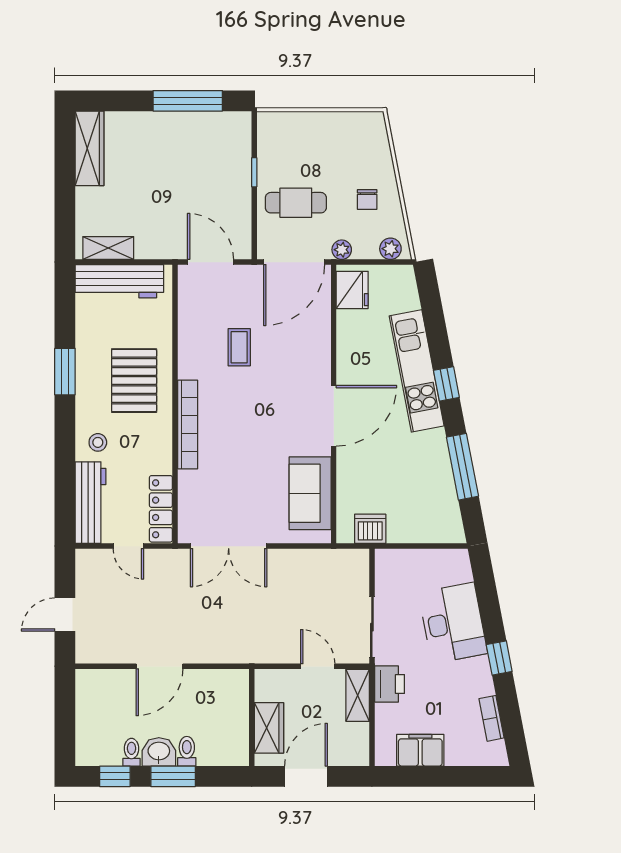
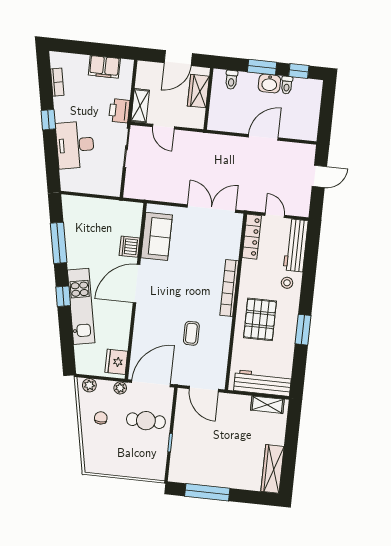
dishwasher: (370, 529) -> (130, 247), moved, turned 90
toilet: (187, 751) -> (231, 80), moved

